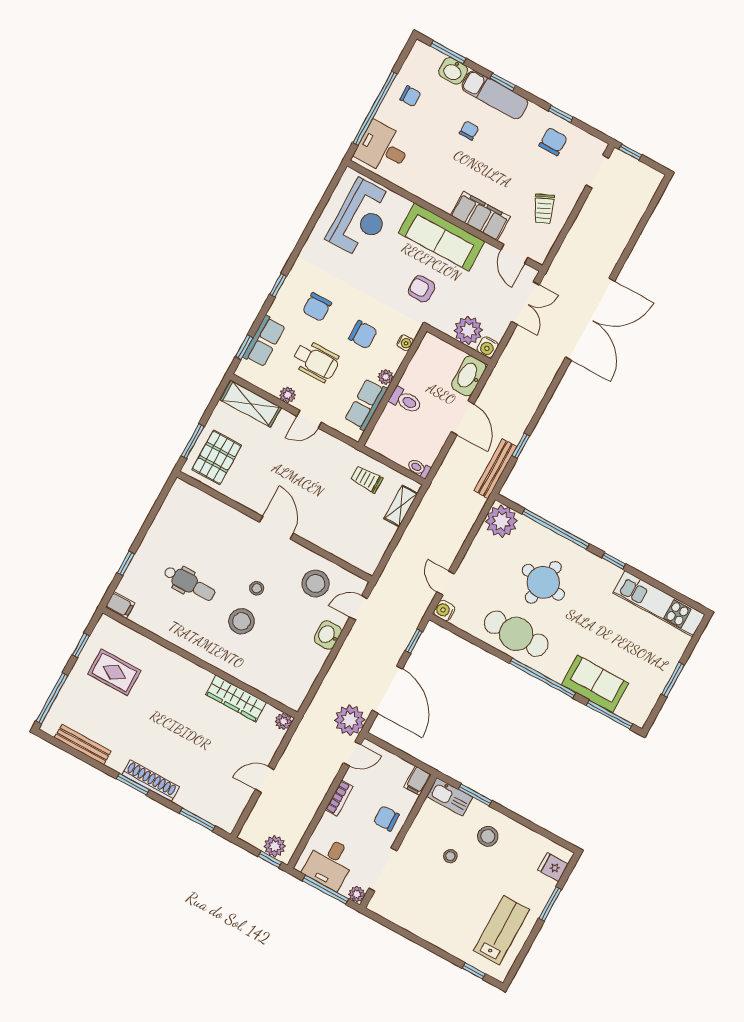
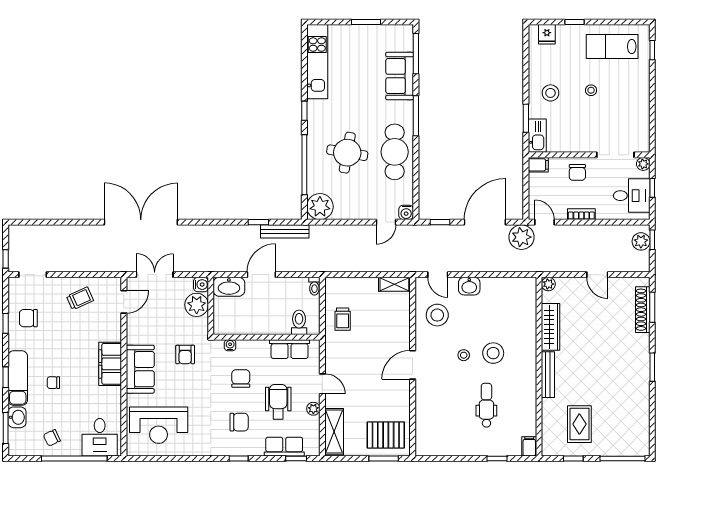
chair: (410, 96) -> (52, 438), turned -115
filing cabinet: (480, 216) -> (110, 364), moved
reception desk: (361, 219) -> (159, 425), turned 180
sofa: (442, 237) -> (140, 369), width x0.73
plant: (386, 377) -> (262, 346), removed
toilet: (406, 400) -> (299, 322), moved
shelving: (401, 506) -> (394, 284), moved
window: (543, 678) -> (416, 116), width x0.68
bench: (83, 744) -> (548, 375), moved
shoe rack: (151, 781) -> (643, 310), moved
stool: (450, 856) -> (591, 90), moved
window: (326, 890) -> (652, 188), width x0.46
window: (550, 904) -> (574, 22), width x0.67

